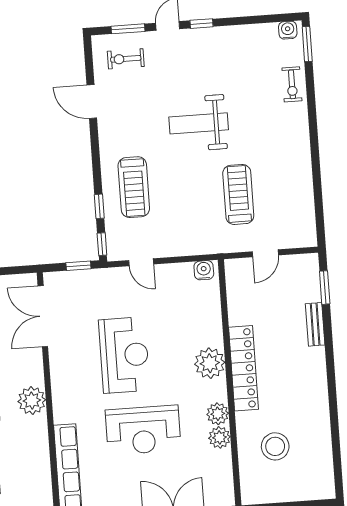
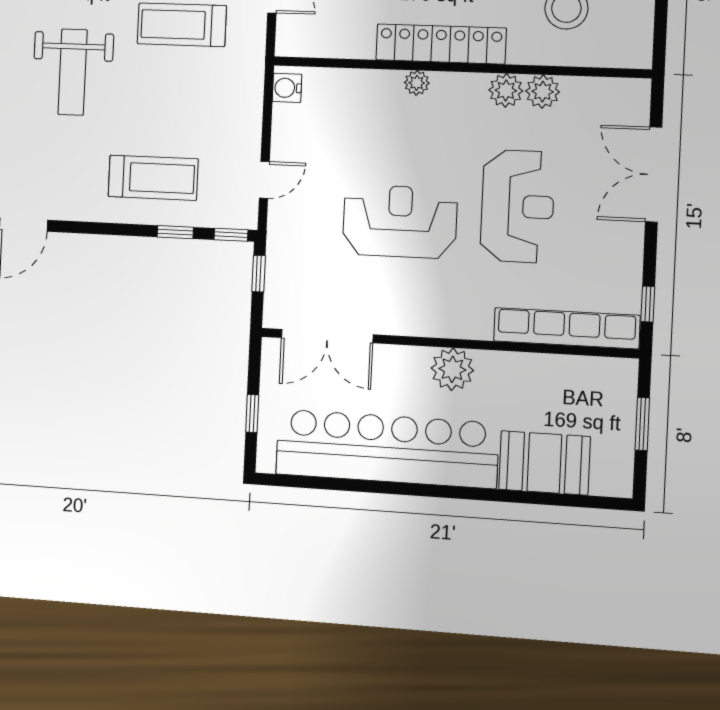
plant: (210, 363) -> (417, 83), width x0.53, depth x0.53

